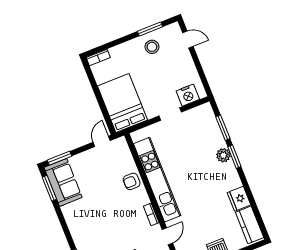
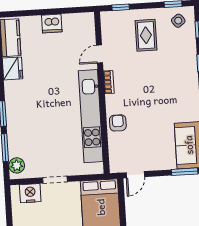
plant: (223, 155) -> (17, 165), moved
armchair: (132, 181) -> (118, 123), turned -90

